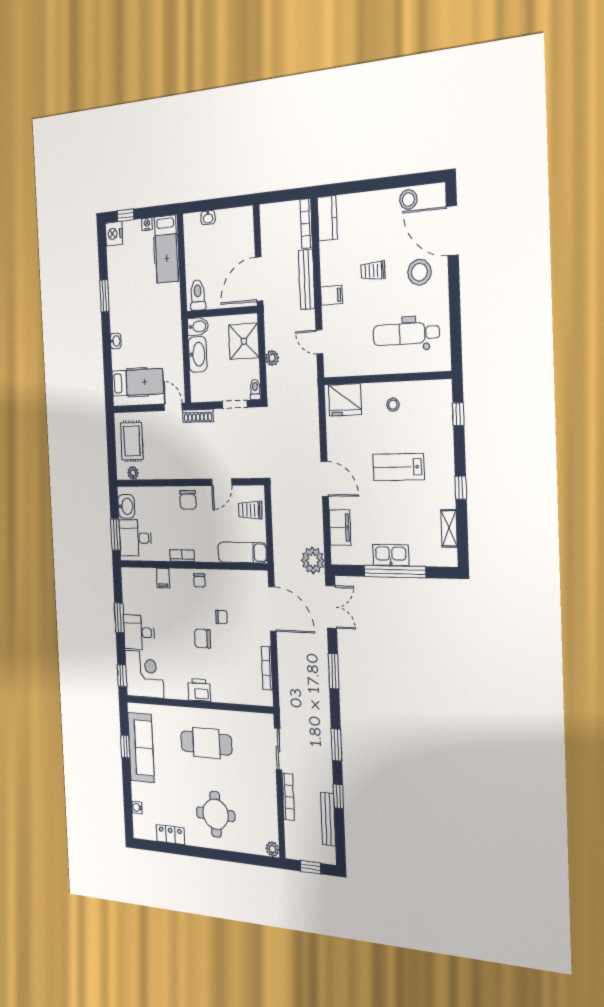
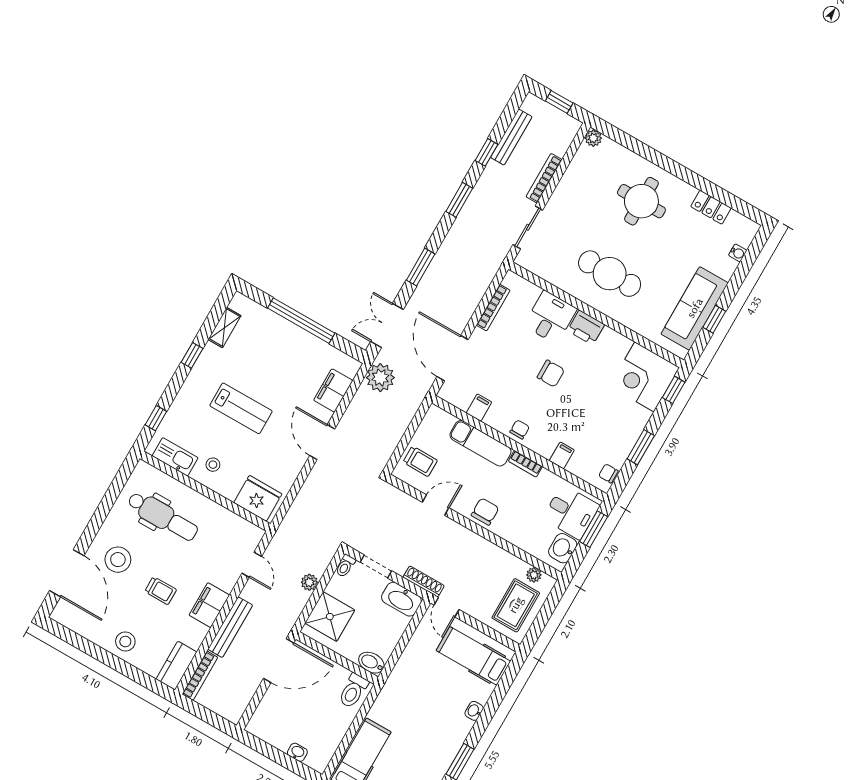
stool: (408, 200) -> (125, 642), moved
filing cabinet: (332, 295) -> (209, 605), width x2.00
washbasin: (198, 354) -> (401, 599), moved, turned -90
exam couch: (242, 552) -> (480, 443), moved
kitchen sink: (391, 555) -> (175, 457), moved, turned 180
filing cabinet: (234, 580) -> (479, 408), added
chair: (221, 617) -> (608, 473), moved
desk: (139, 632) -> (550, 317), moved, turned -90

